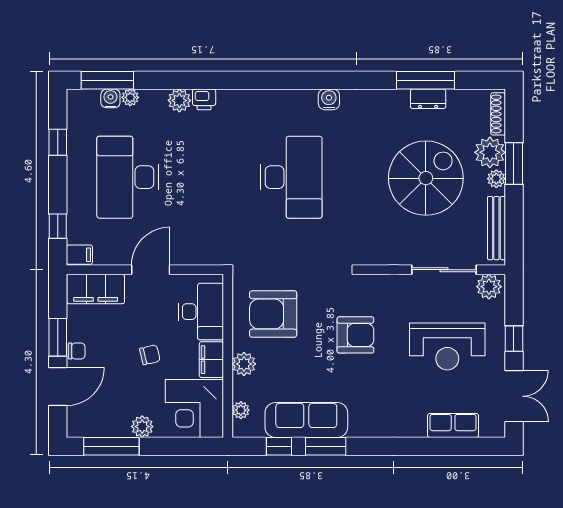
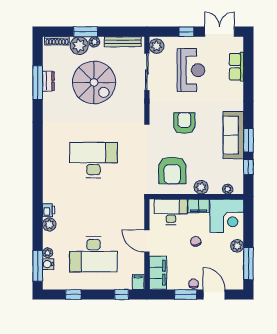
water cooler: (329, 99) -> (49, 138), removed
spiral stairs: (426, 178) -> (94, 82), turned 180
sofa: (306, 420) -> (233, 135), moved

